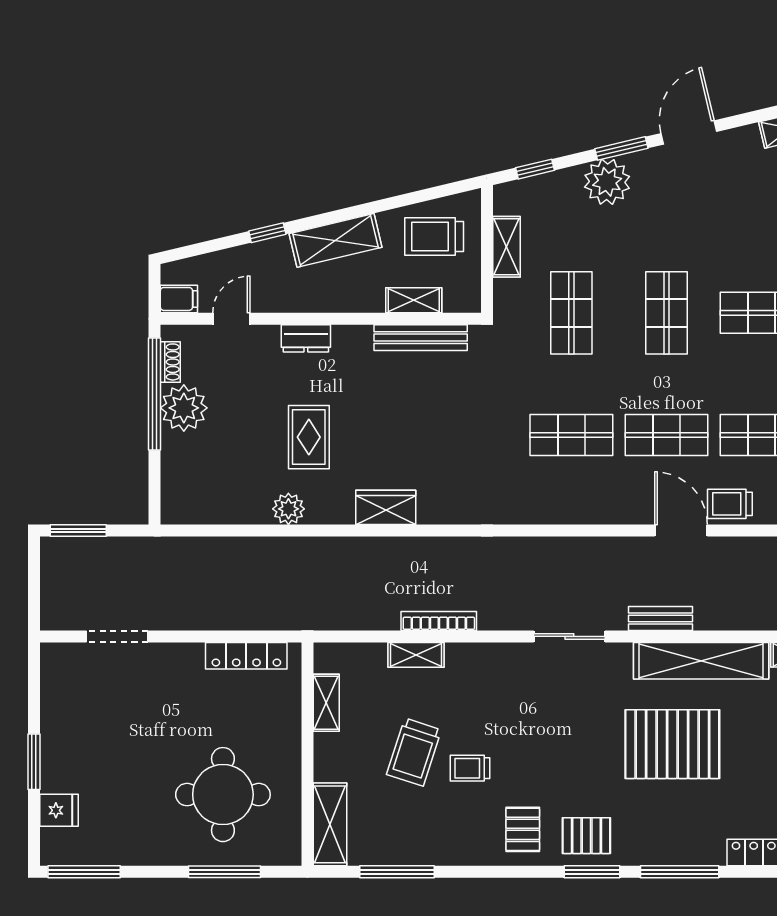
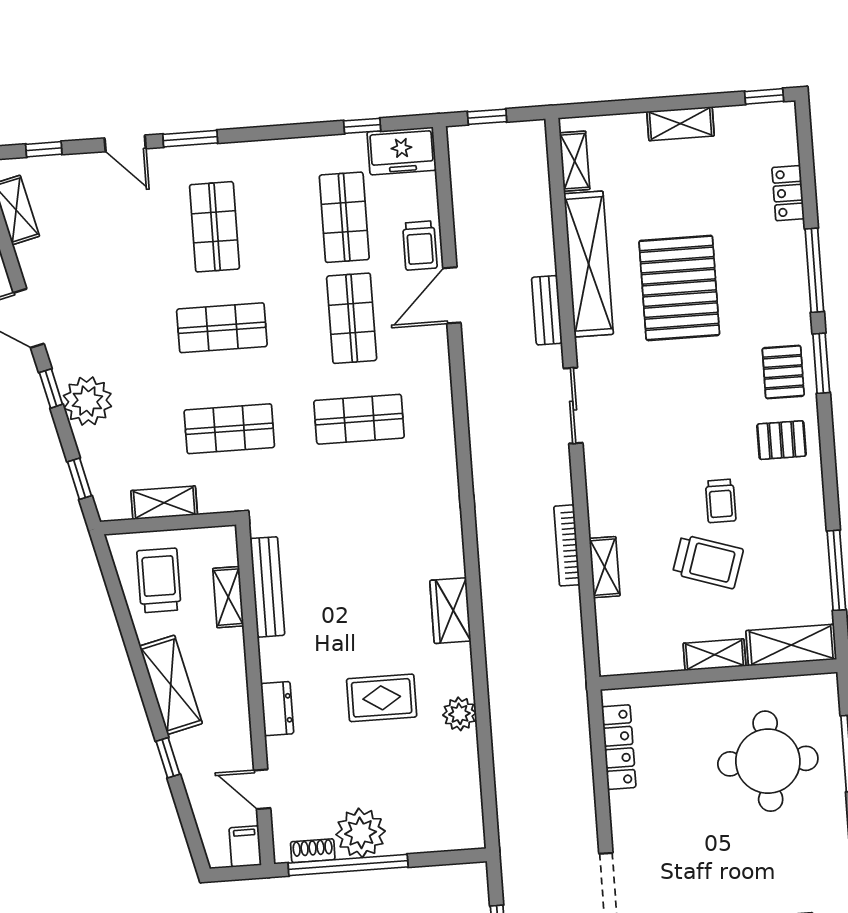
window: (621, 148) -> (51, 388), width x0.67
trolley: (434, 236) -> (159, 580), turned 180
shop shelf: (571, 435) -> (359, 419), turned 90
shelving: (326, 703) -> (715, 655), moved

